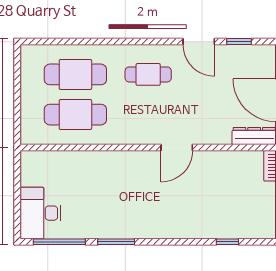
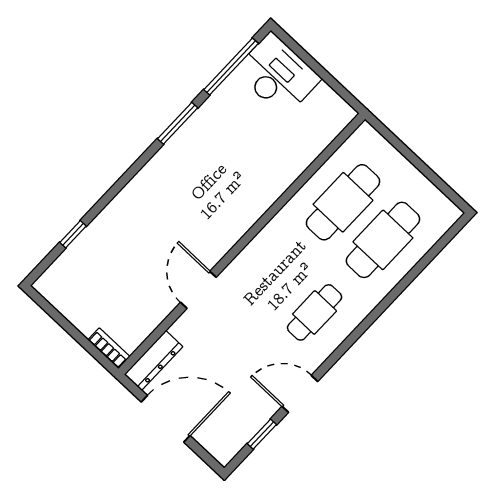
door: (177, 147) -> (198, 290), moved

